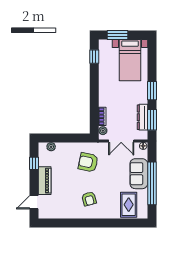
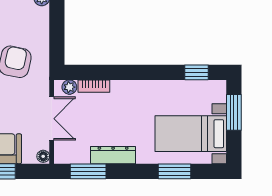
window: (152, 91) -> (174, 171), moved
dresser: (142, 117) -> (113, 155), moved
double door: (121, 141) -> (52, 119), swing flipped

